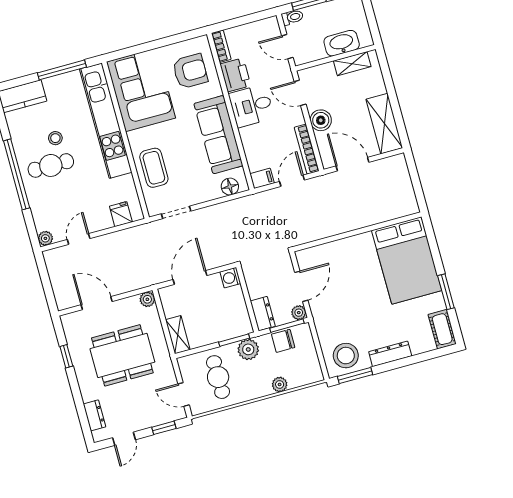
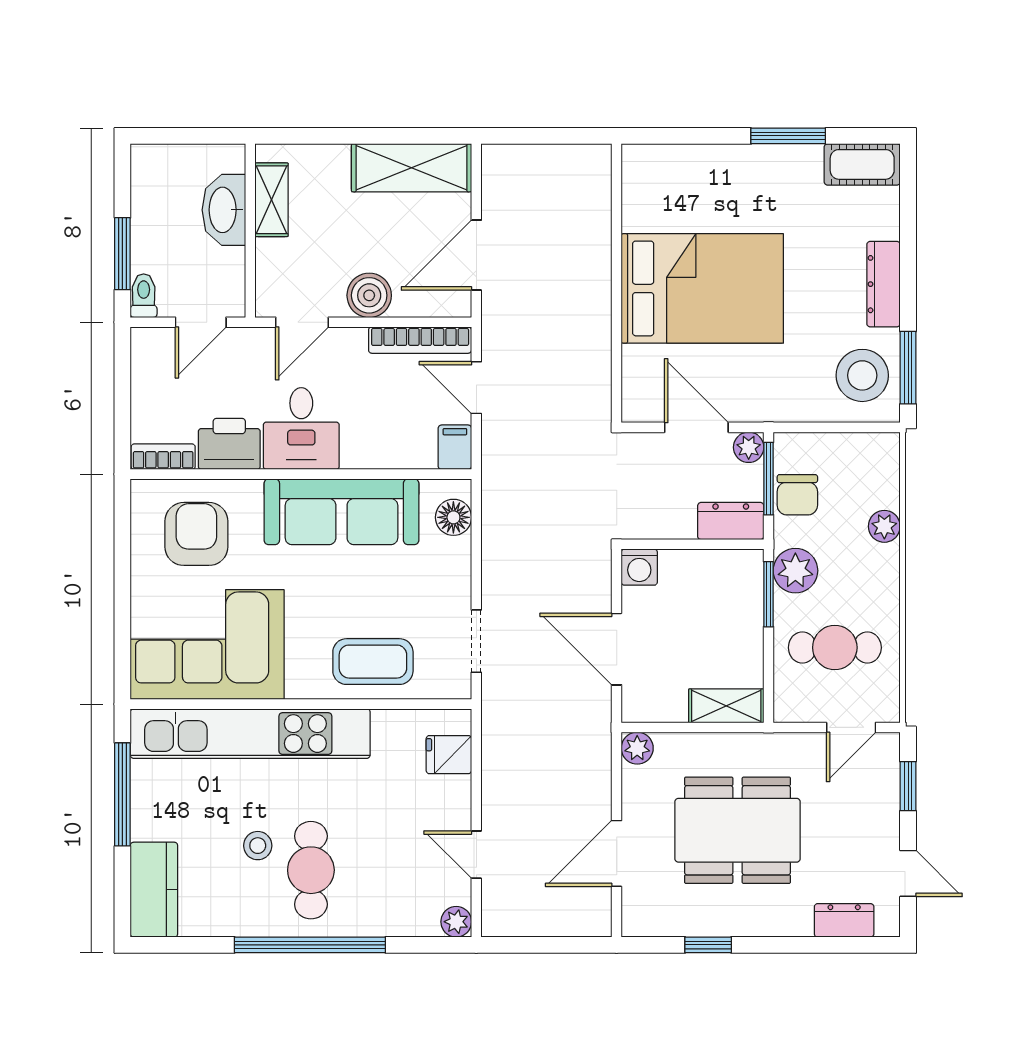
bed: (407, 260) -> (702, 288), moved
dining table: (122, 355) -> (738, 830), turned 90

